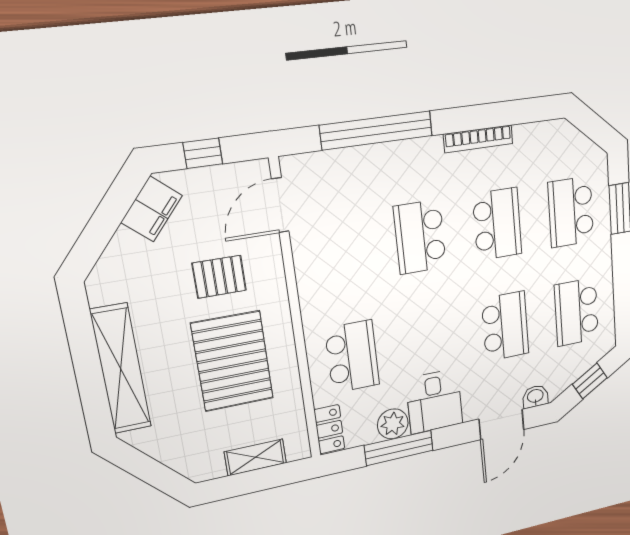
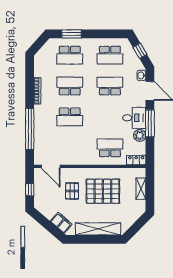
filing cabinet: (152, 209) -> (61, 223), moved
window: (399, 448) -> (150, 123), moved

